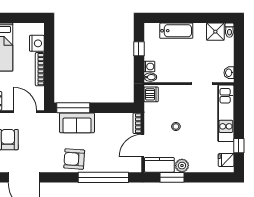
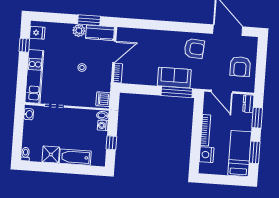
shower: (215, 32) -> (51, 154), moved
armchair: (74, 159) -> (194, 49), moved
window: (103, 177) -> (153, 25), removed

